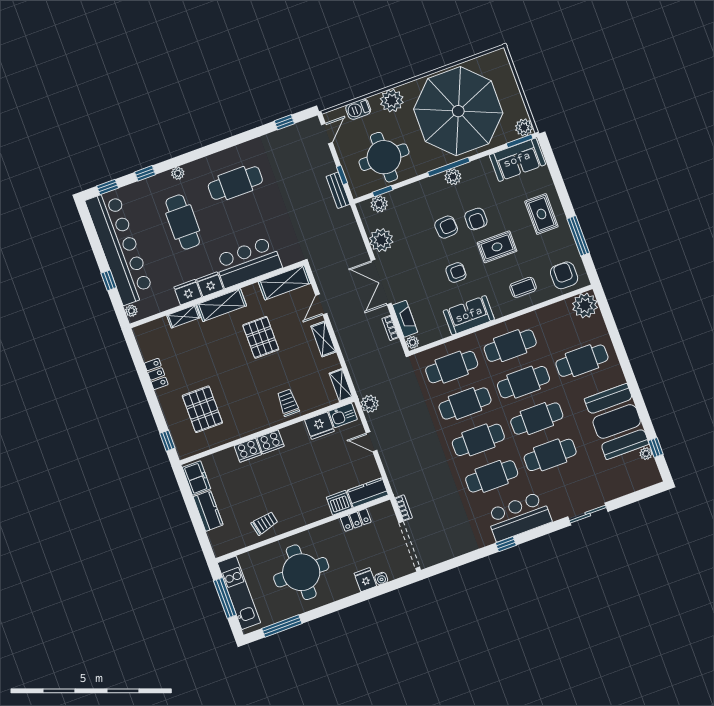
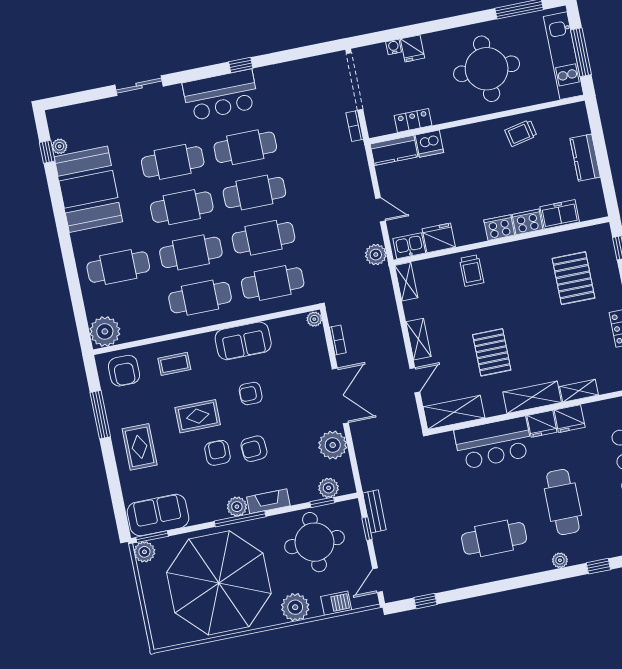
fireplace: (405, 319) -> (268, 501), moved, turned 90
freezer: (197, 478) -> (560, 214), moved, turned 90

